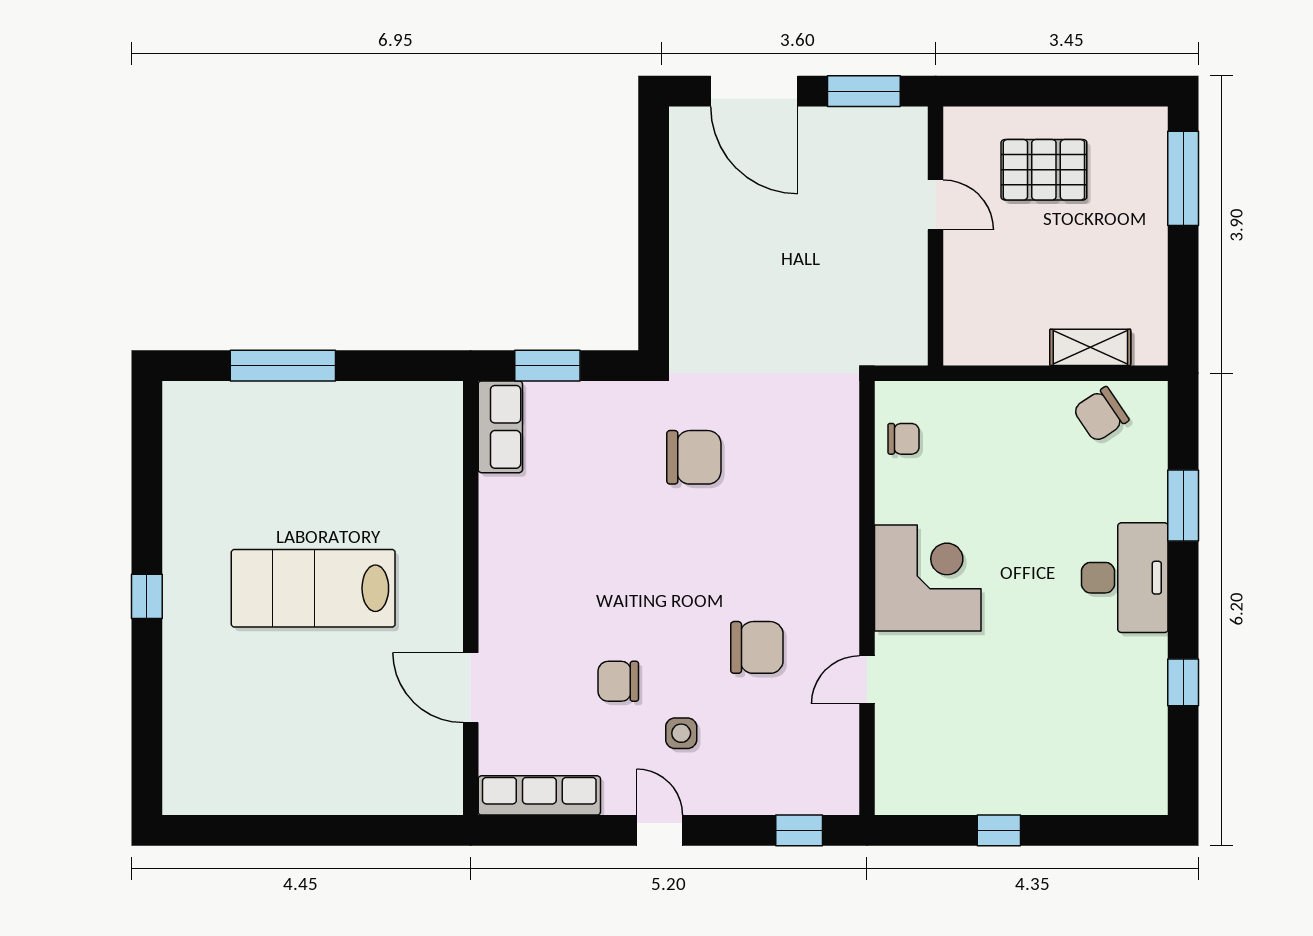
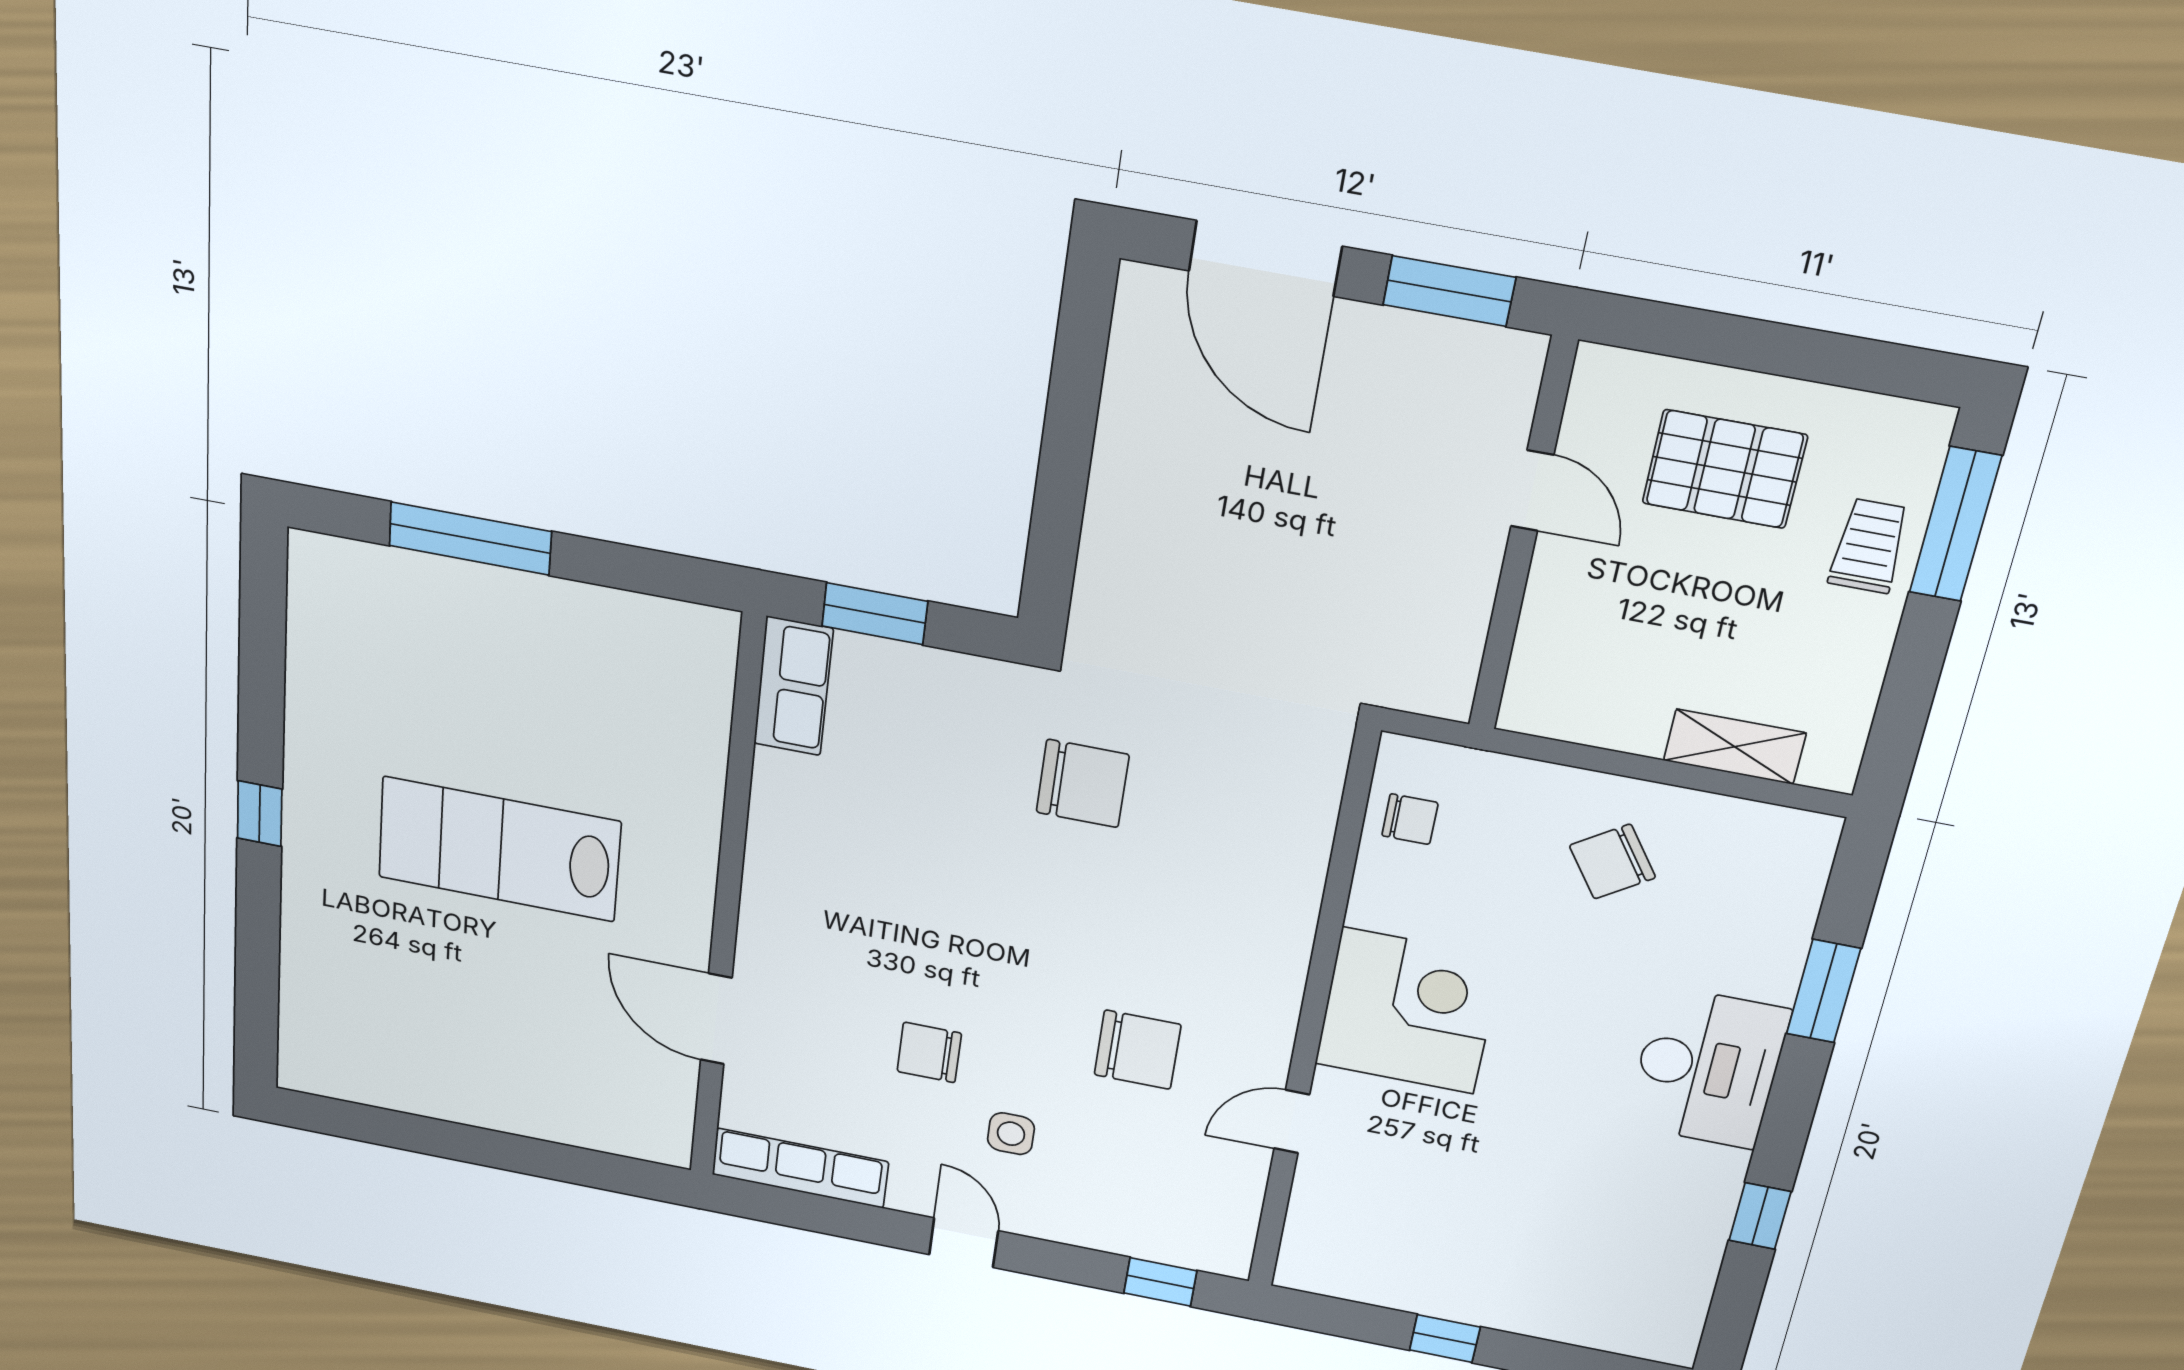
trolley: (1138, 201) -> (1869, 546), added
chair: (1101, 414) -> (1612, 862), moved

